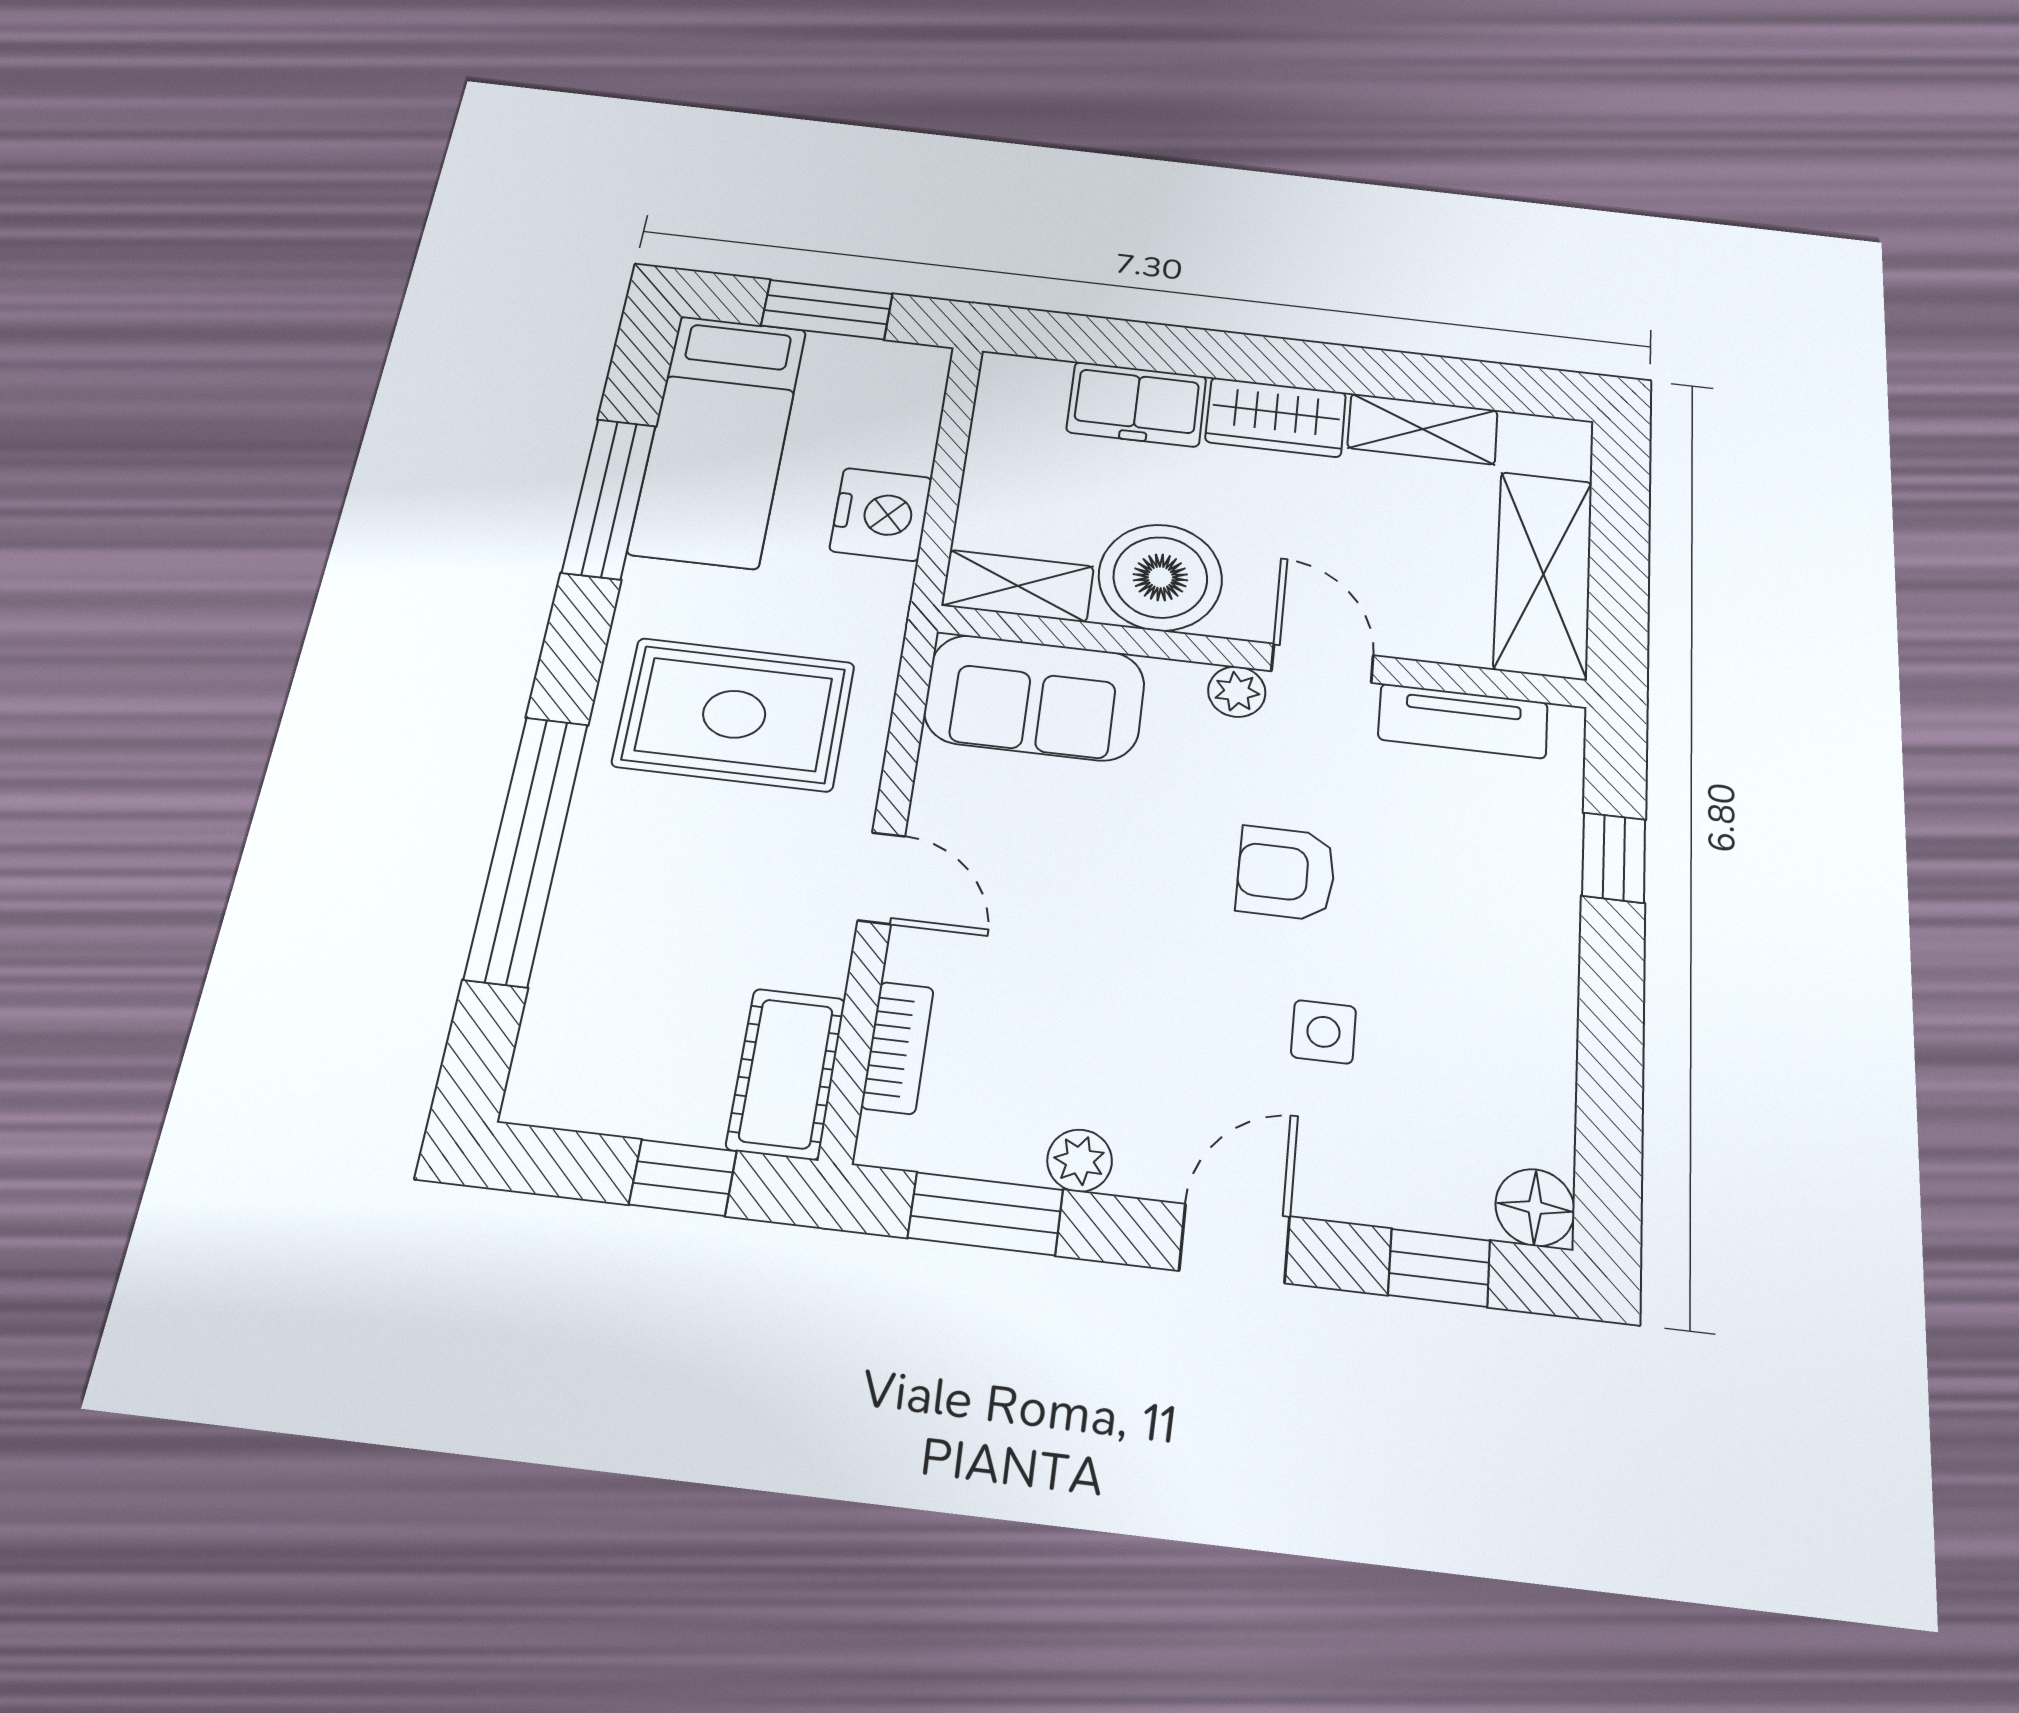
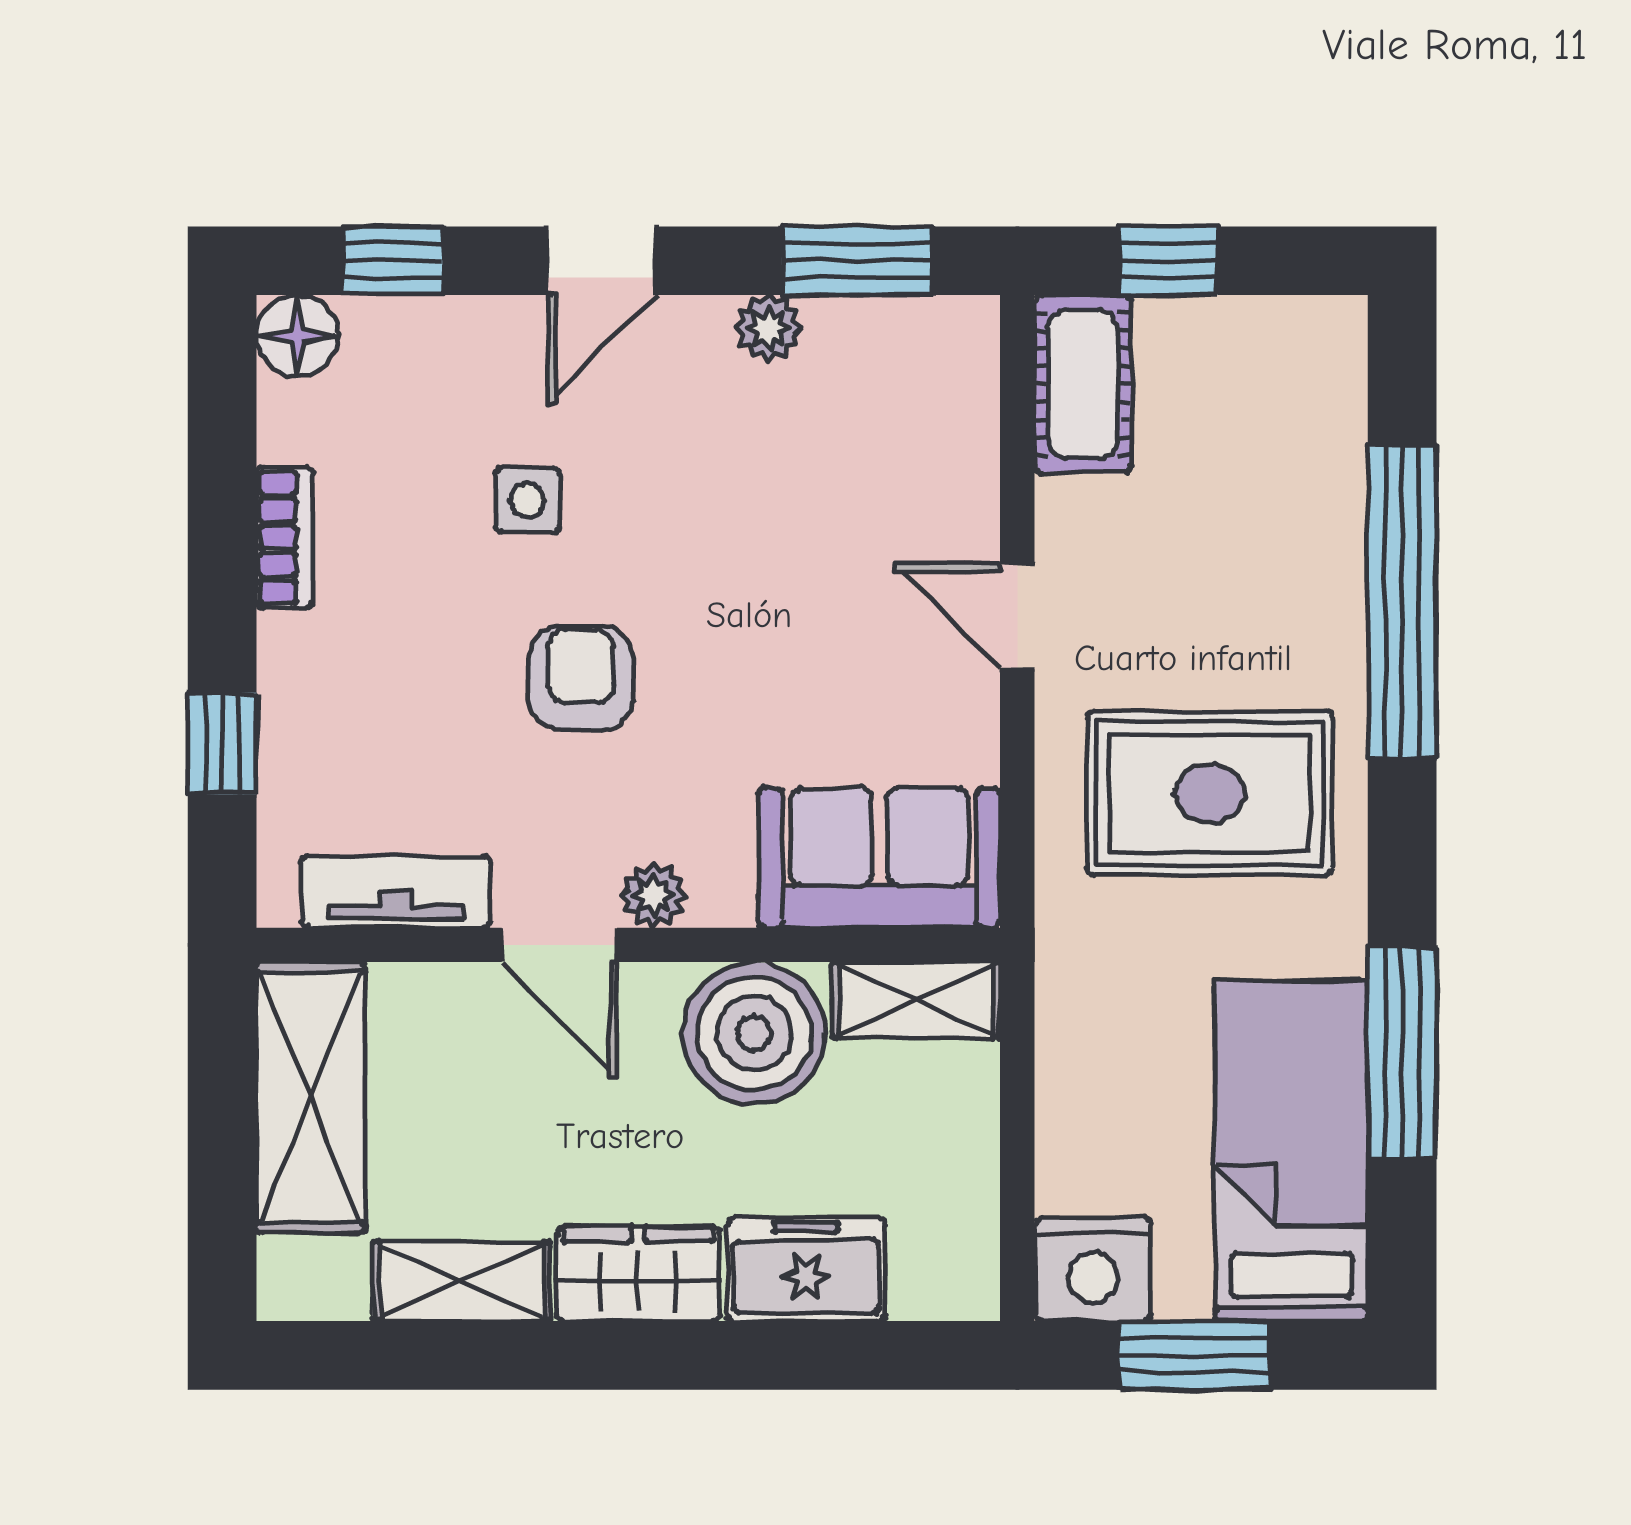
nightstand: (881, 514) -> (1093, 1269), moved, turned -90
armchair: (1286, 873) -> (581, 678), turned -90
bookcase: (898, 1048) -> (285, 537), moved, turned 180

